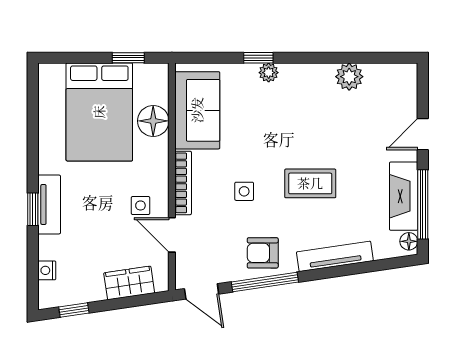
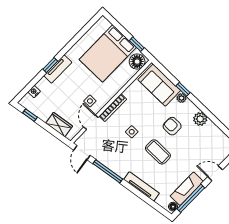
plant: (349, 77) -> (200, 119), moved
sofa: (197, 110) -> (159, 85), moved, turned 90
floor lamp: (153, 121) -> (137, 62), moved
armchair: (263, 253) -> (172, 126), moved

